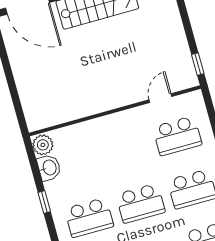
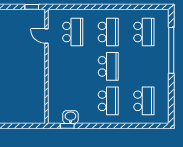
plant: (43, 145) -> (55, 117), removed
window: (44, 202) -> (67, 126), moved

